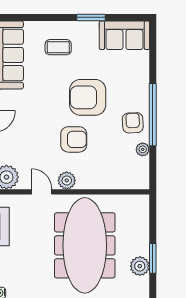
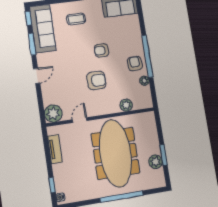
armchair: (88, 97) -> (102, 50), width x0.53, depth x0.53
plant: (67, 180) -> (126, 105), moved
door: (42, 192) -> (80, 120), hinge flipped

